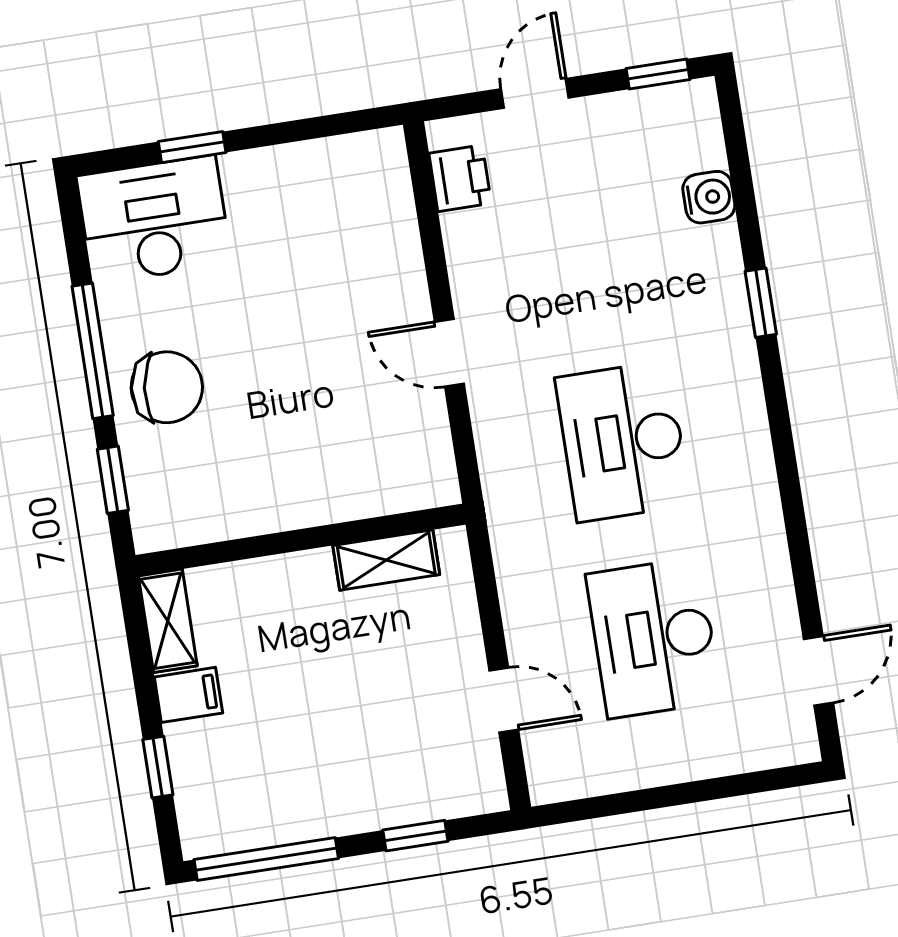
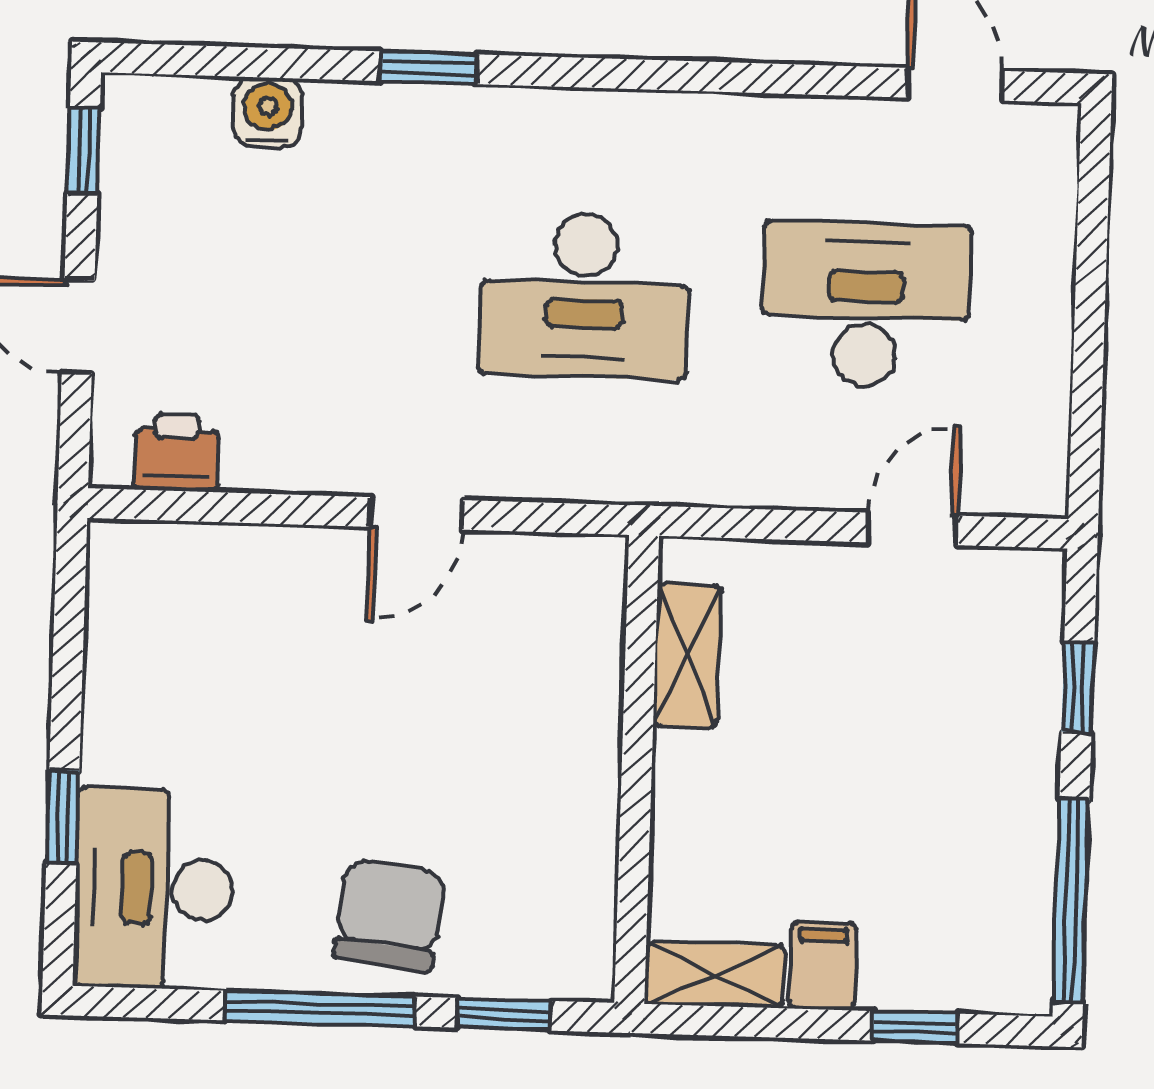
desk: (654, 638) -> (866, 304), turned 180

